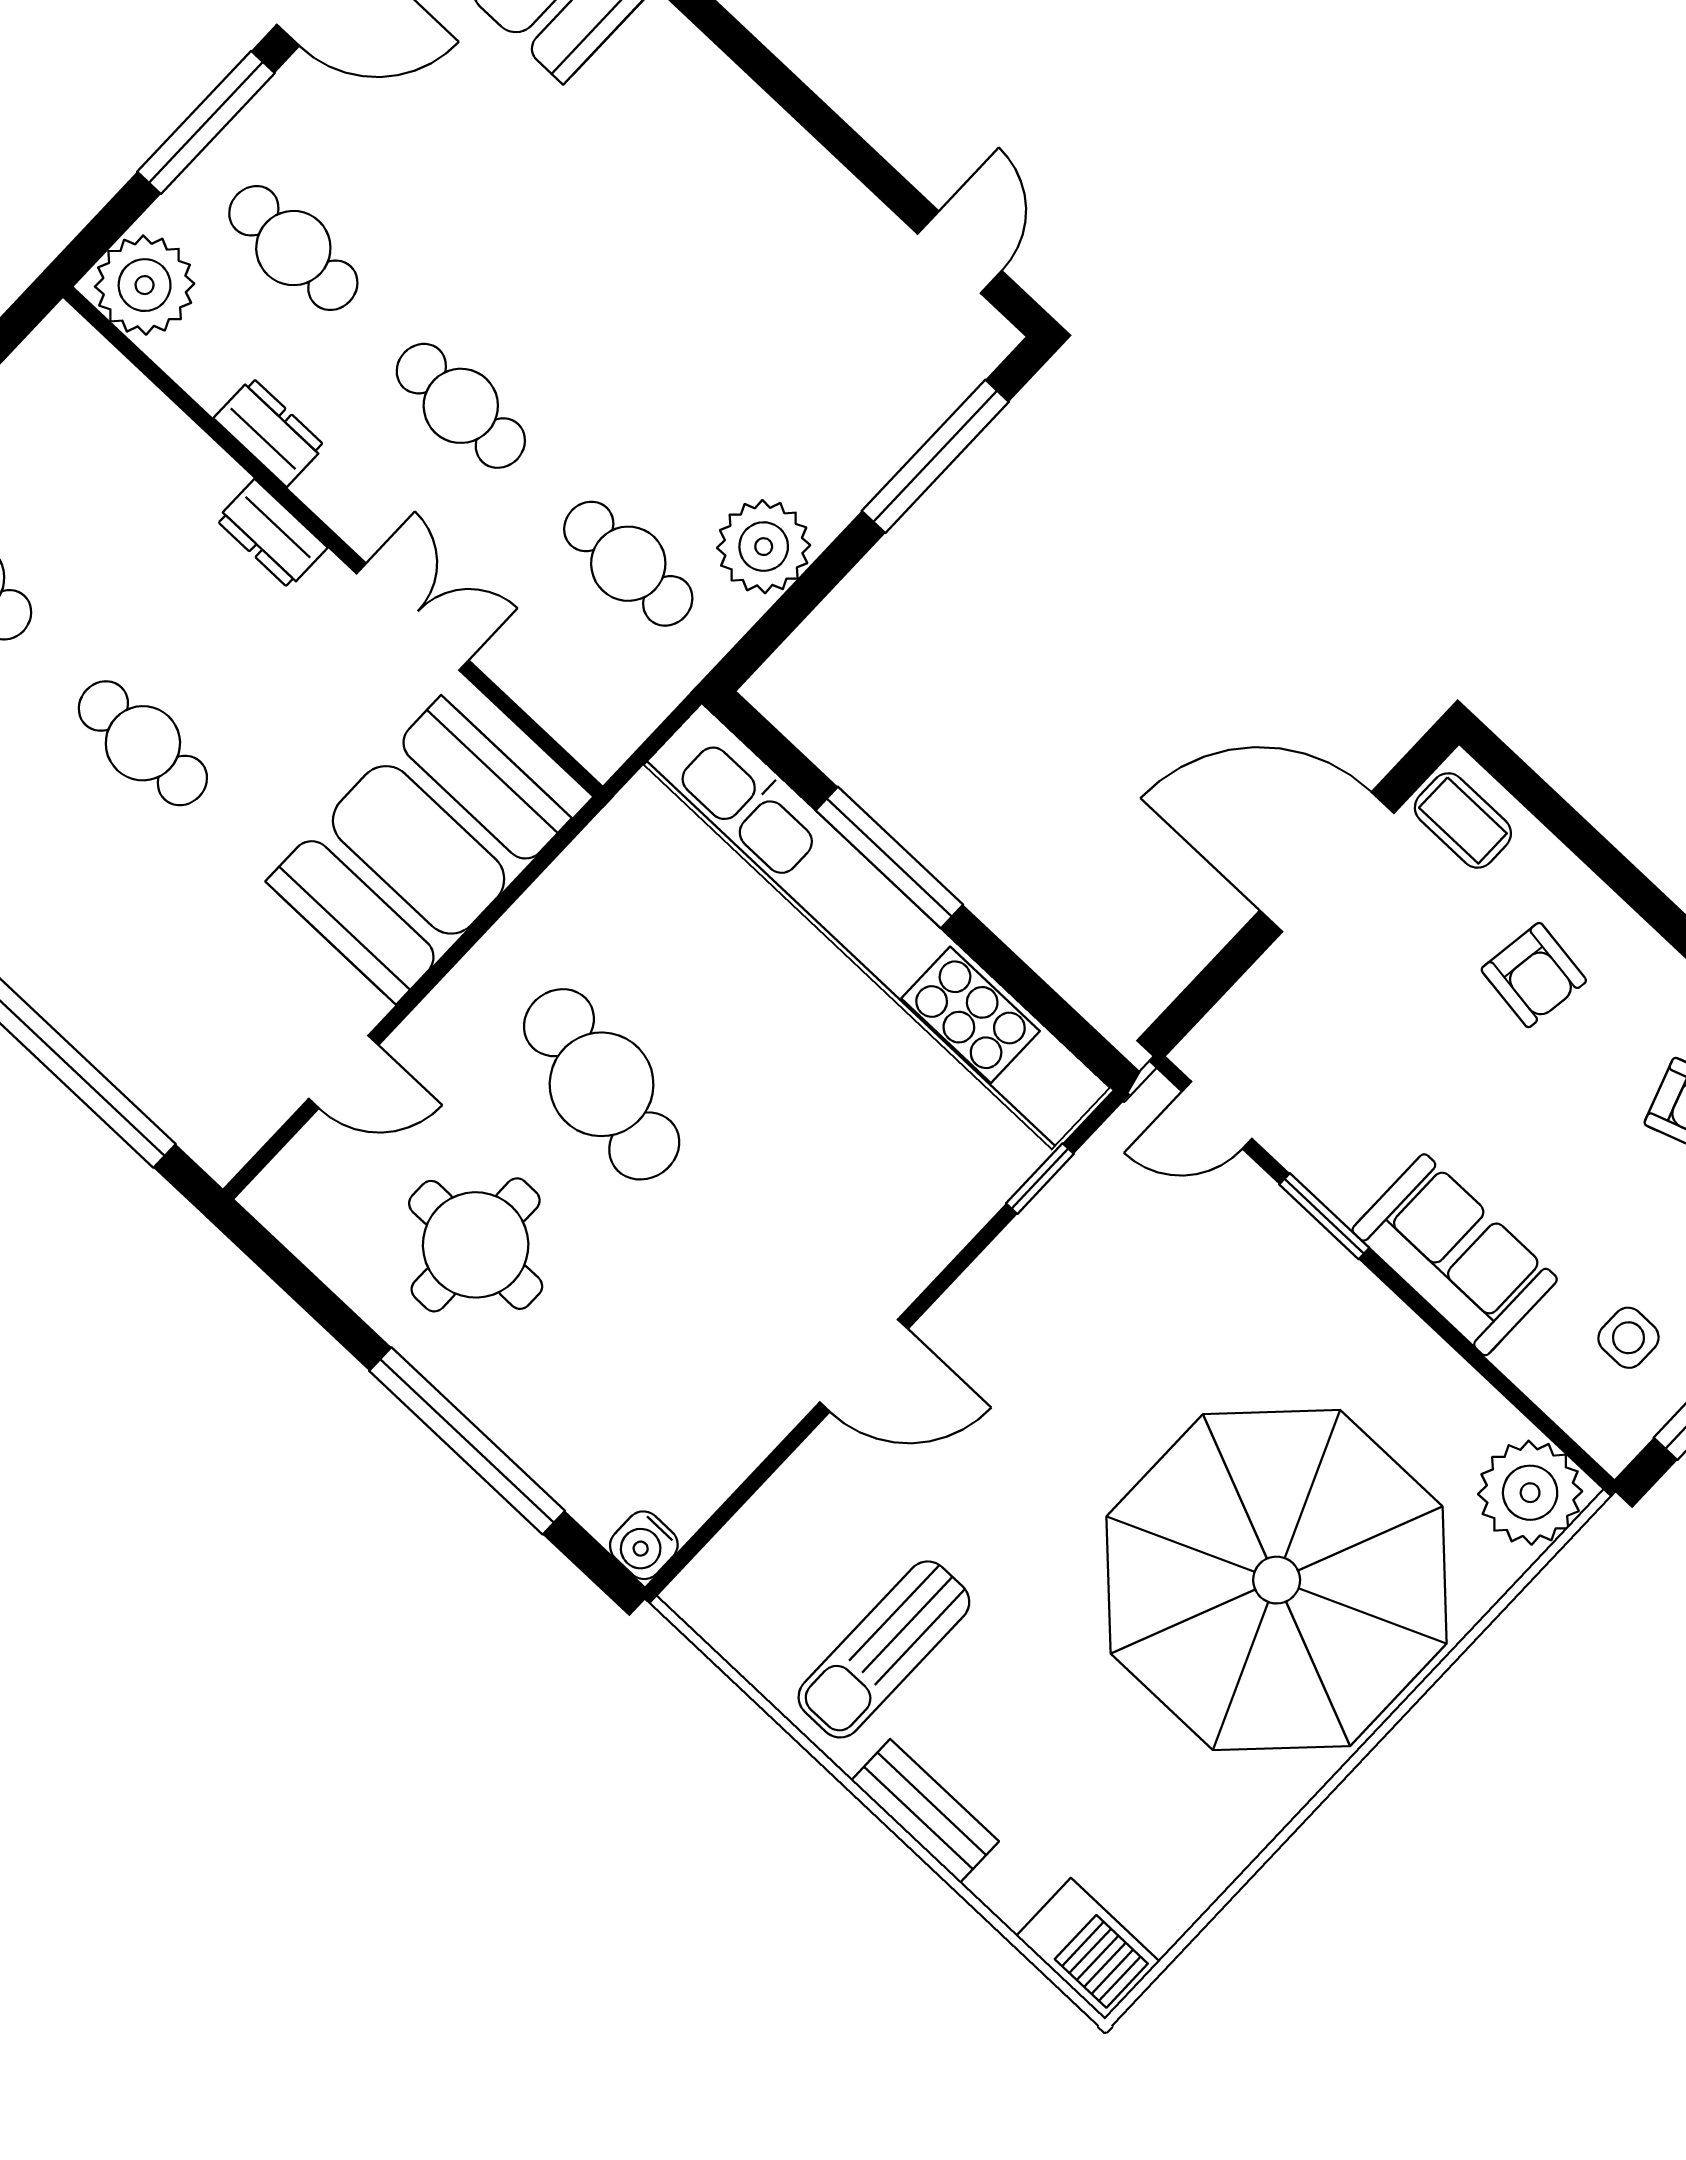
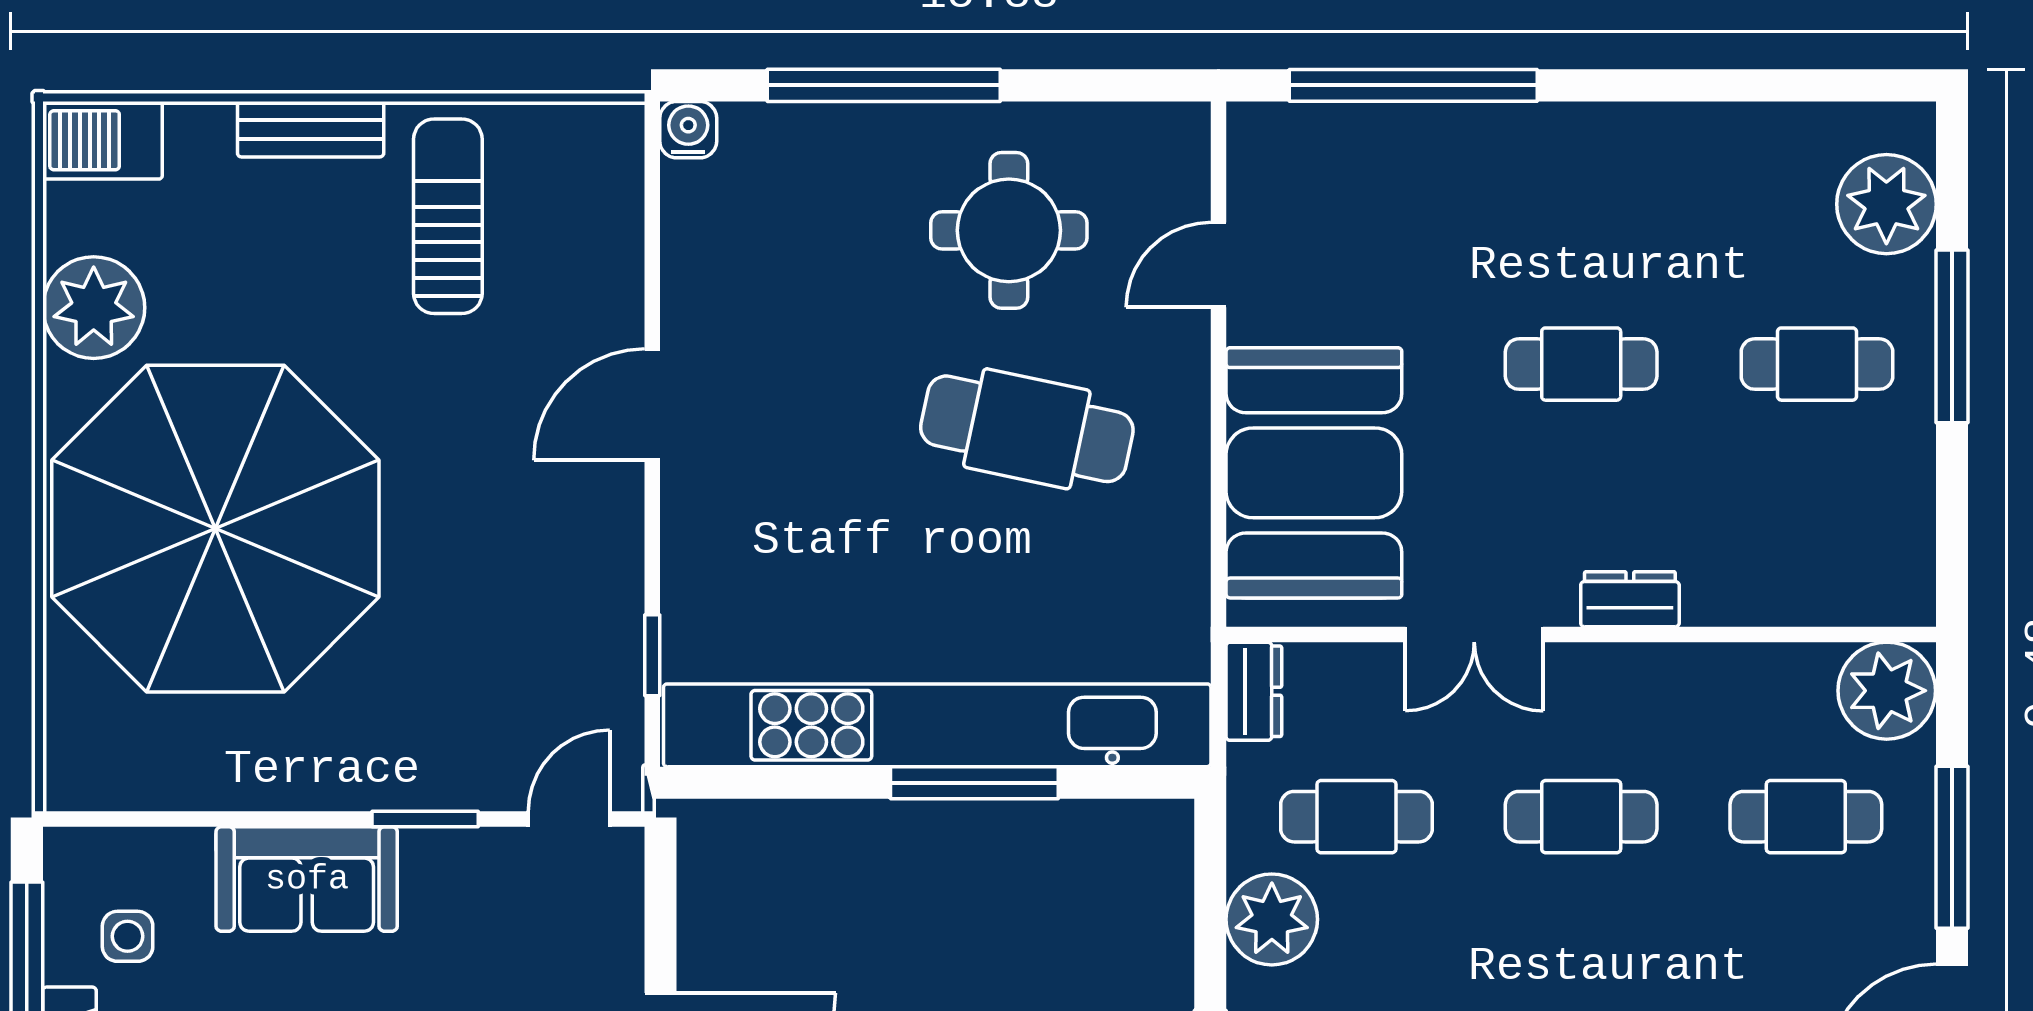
dresser: (269, 432) -> (1254, 691), moved, turned -90
plant: (1530, 1493) -> (94, 308), moved

